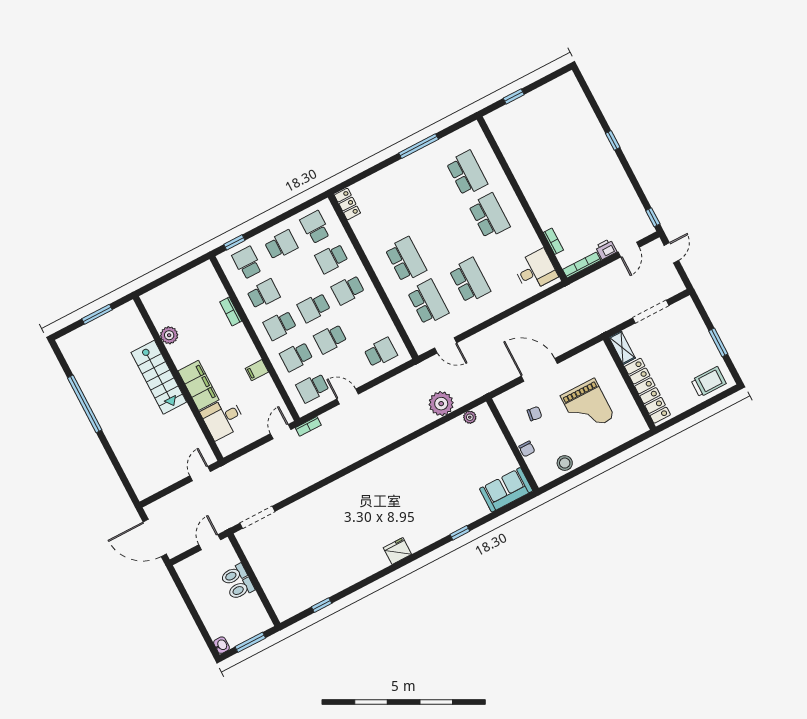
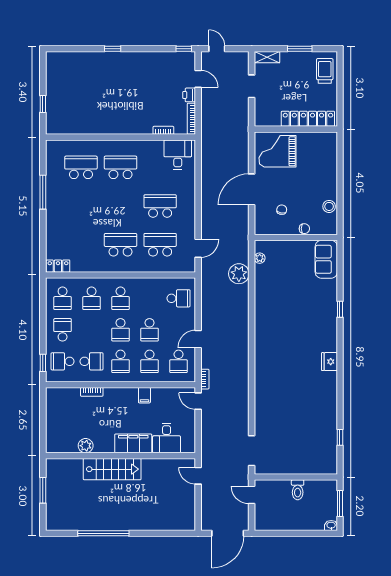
school desk: (315, 227) -> (63, 298), turned -90
school desk: (263, 294) -> (92, 361), turned 90
doorway: (651, 312) -> (252, 86), width x0.73
shelving: (622, 348) -> (267, 57), moved
school desk: (381, 352) -> (179, 298), turned 90
grand piano: (587, 407) -> (277, 151), moved, turned 180
toilet: (234, 575) -> (284, 490), removed

